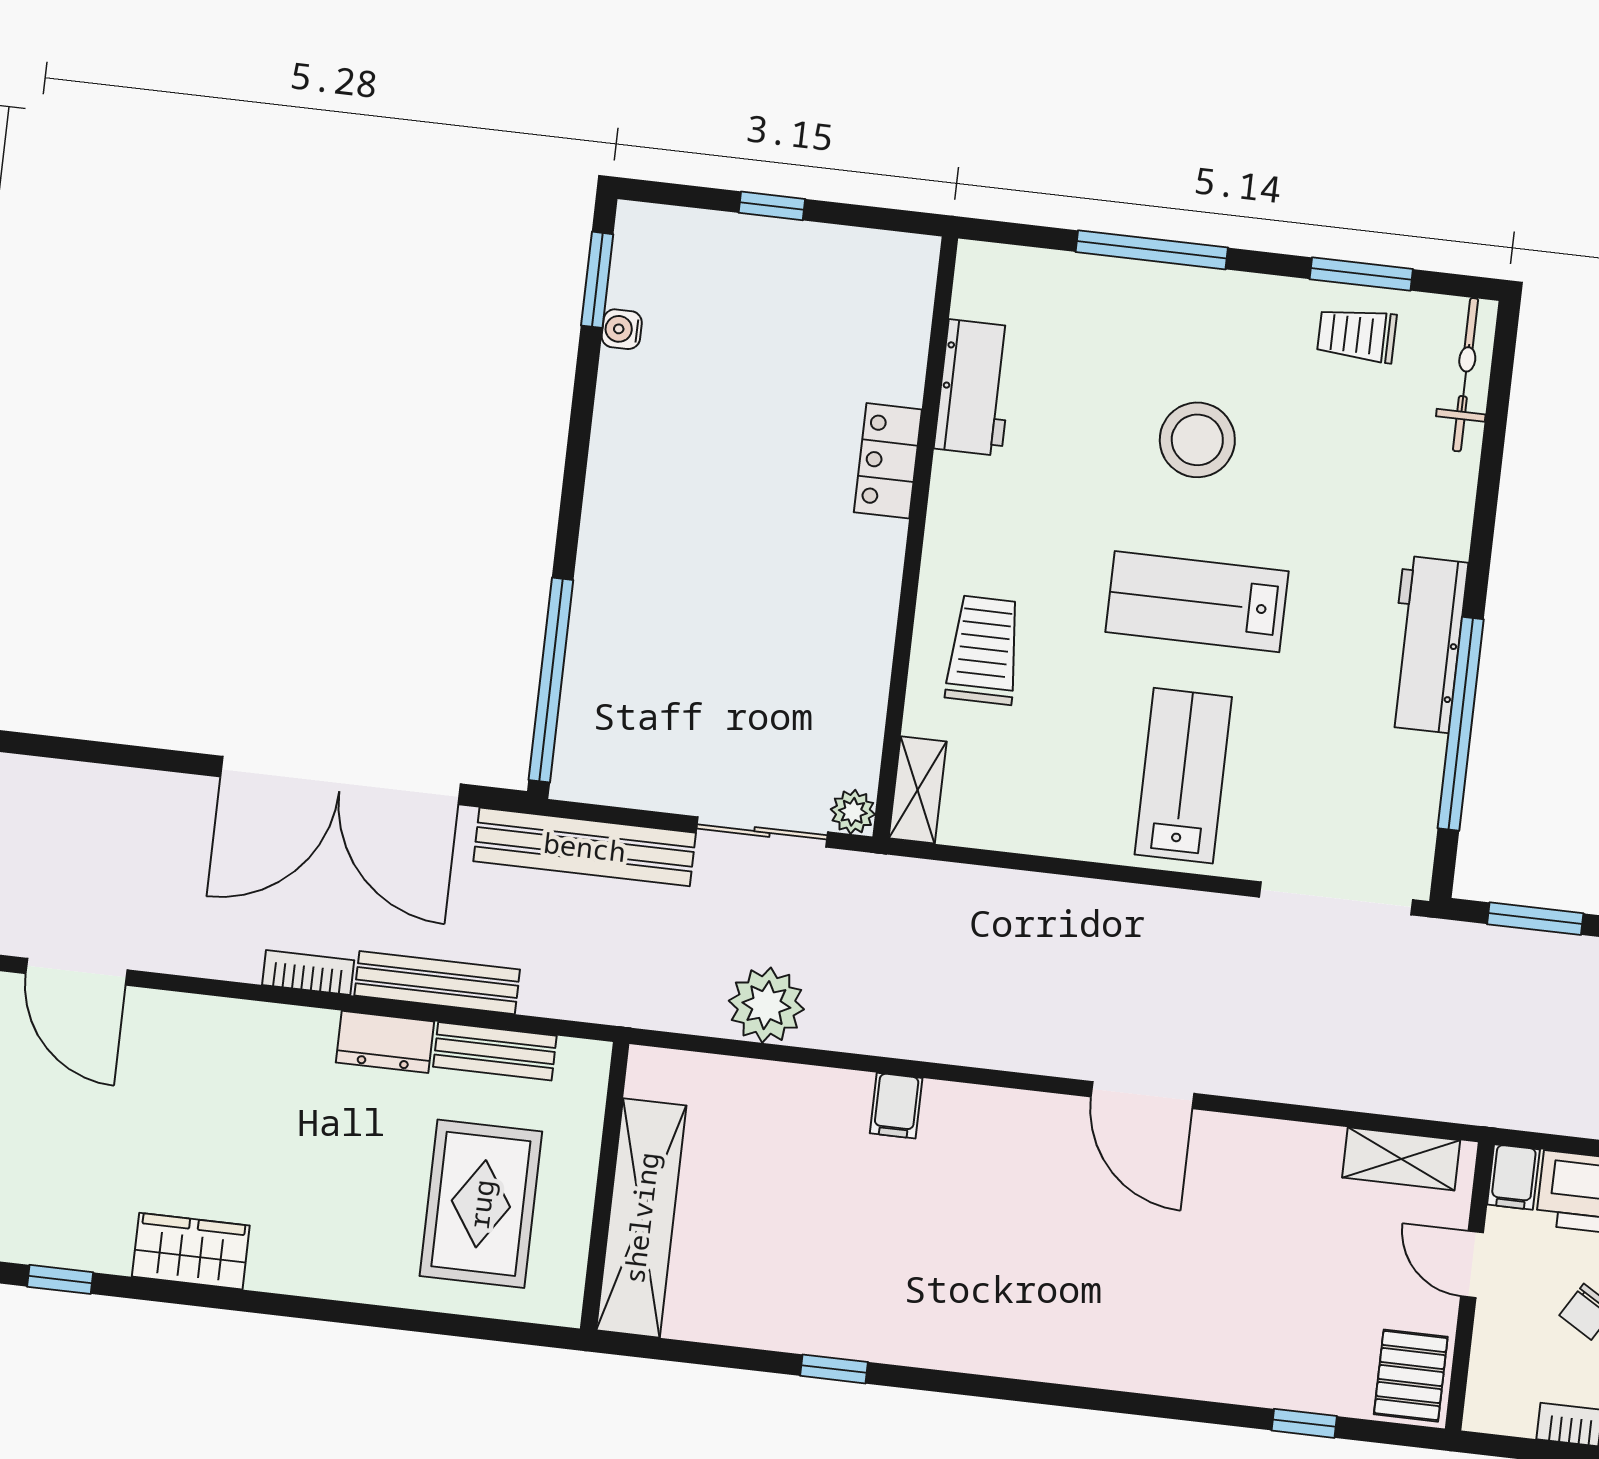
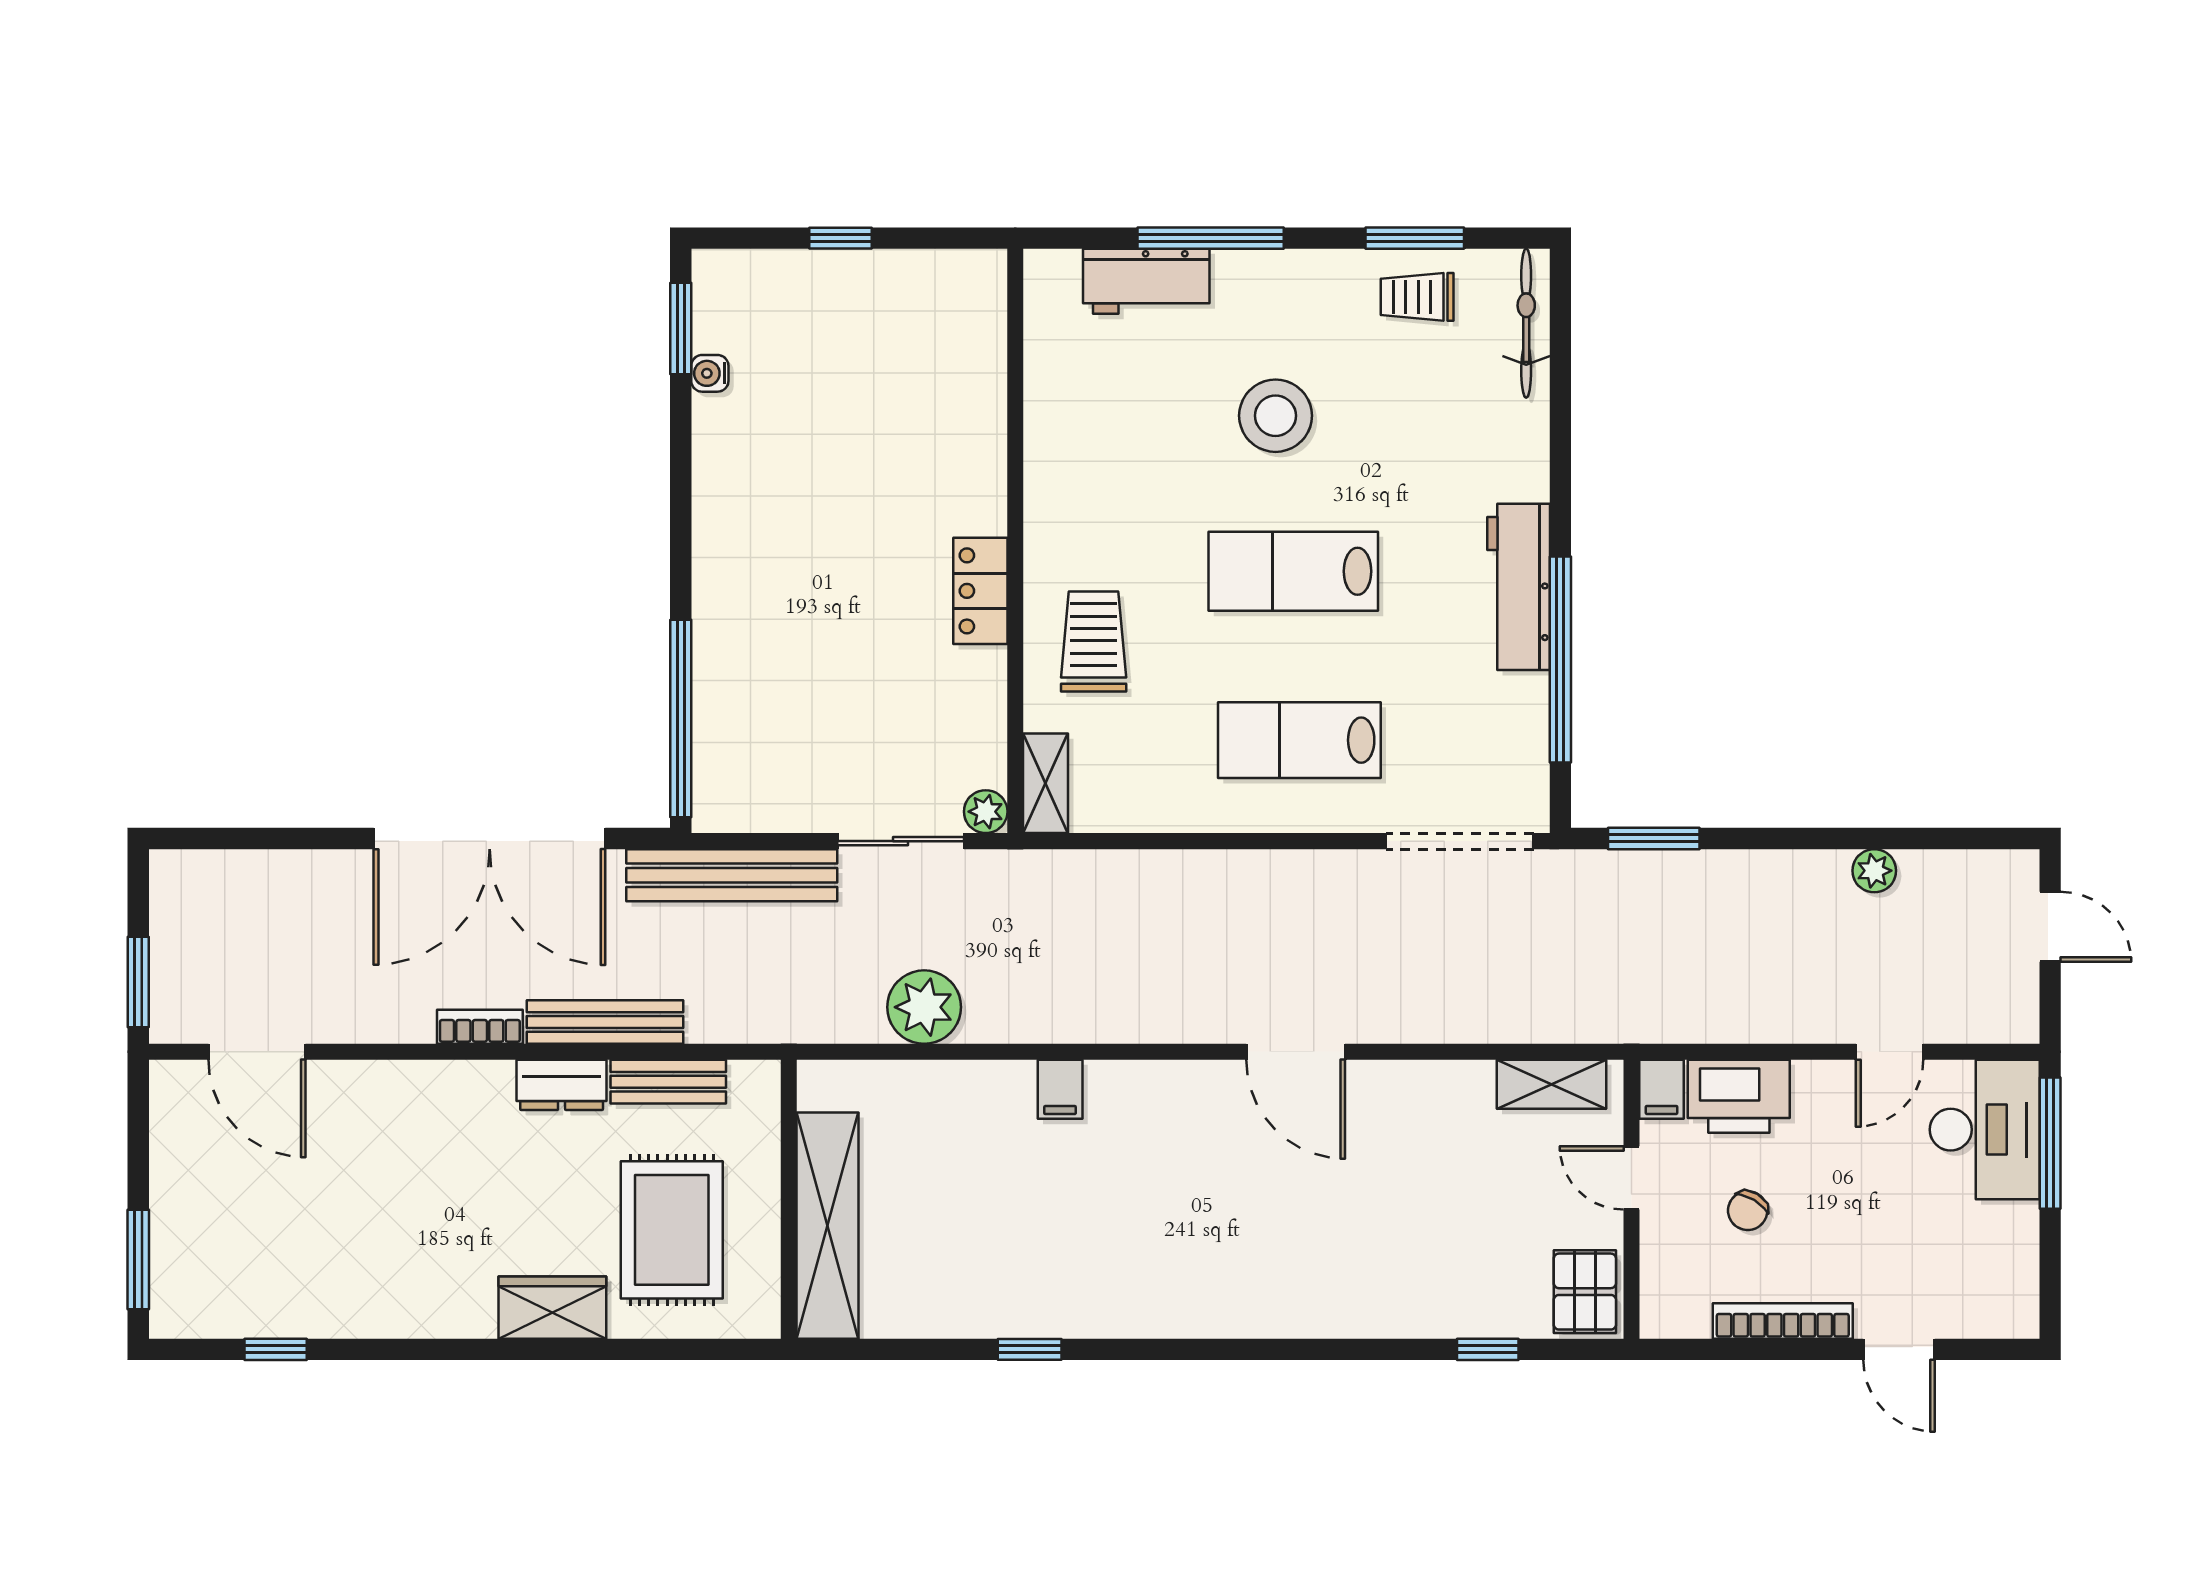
workbench: (975, 388) -> (1146, 281), moved, turned 90
locker: (888, 461) -> (980, 591), moved
lab bench: (1183, 776) -> (1299, 740), turned -90
wardrobe: (191, 1251) -> (552, 1308), moved

